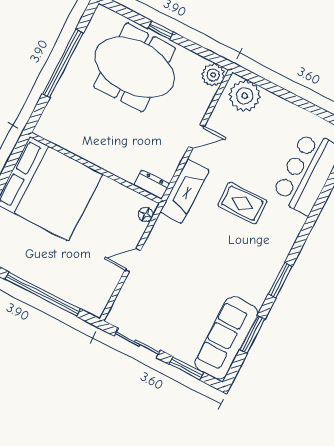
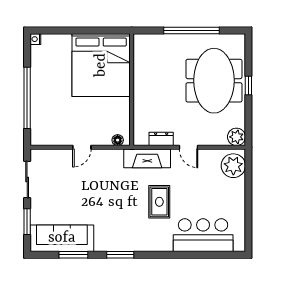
dresser: (152, 185) -> (161, 139), moved, turned -90
door: (133, 260) -> (82, 147), swing flipped

